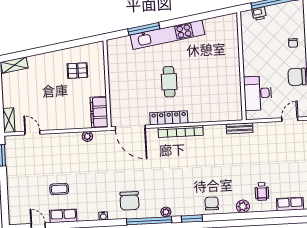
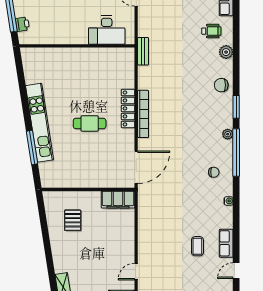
locker: (169, 118) -> (128, 108), moved
plant: (87, 136) -> (143, 213), removed
chair: (129, 201) -> (214, 172), width x0.54, depth x0.54

